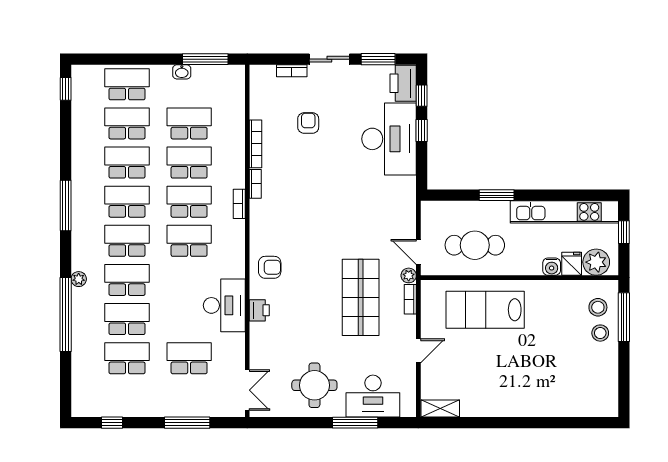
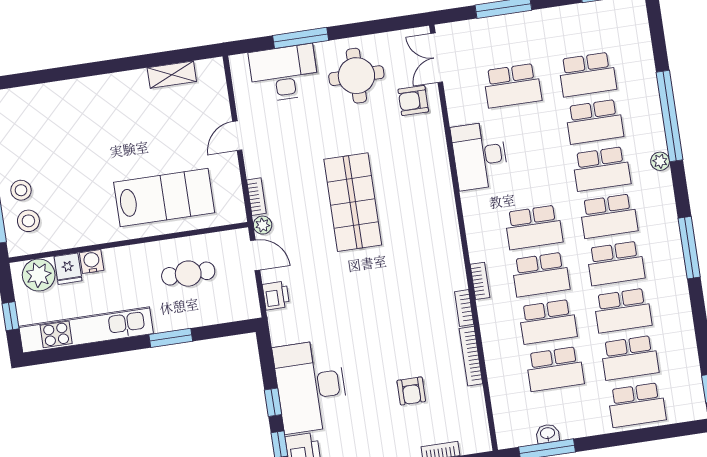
washbasin: (182, 72) -> (548, 434), moved
cafe table: (475, 245) -> (188, 274), width x0.73, depth x0.74
armchair: (270, 267) -> (413, 100), moved
shop shelf: (361, 297) -> (353, 202), moved
printer: (259, 310) -> (276, 296), moved, turned 180
shelving: (440, 408) -> (172, 75), moved

